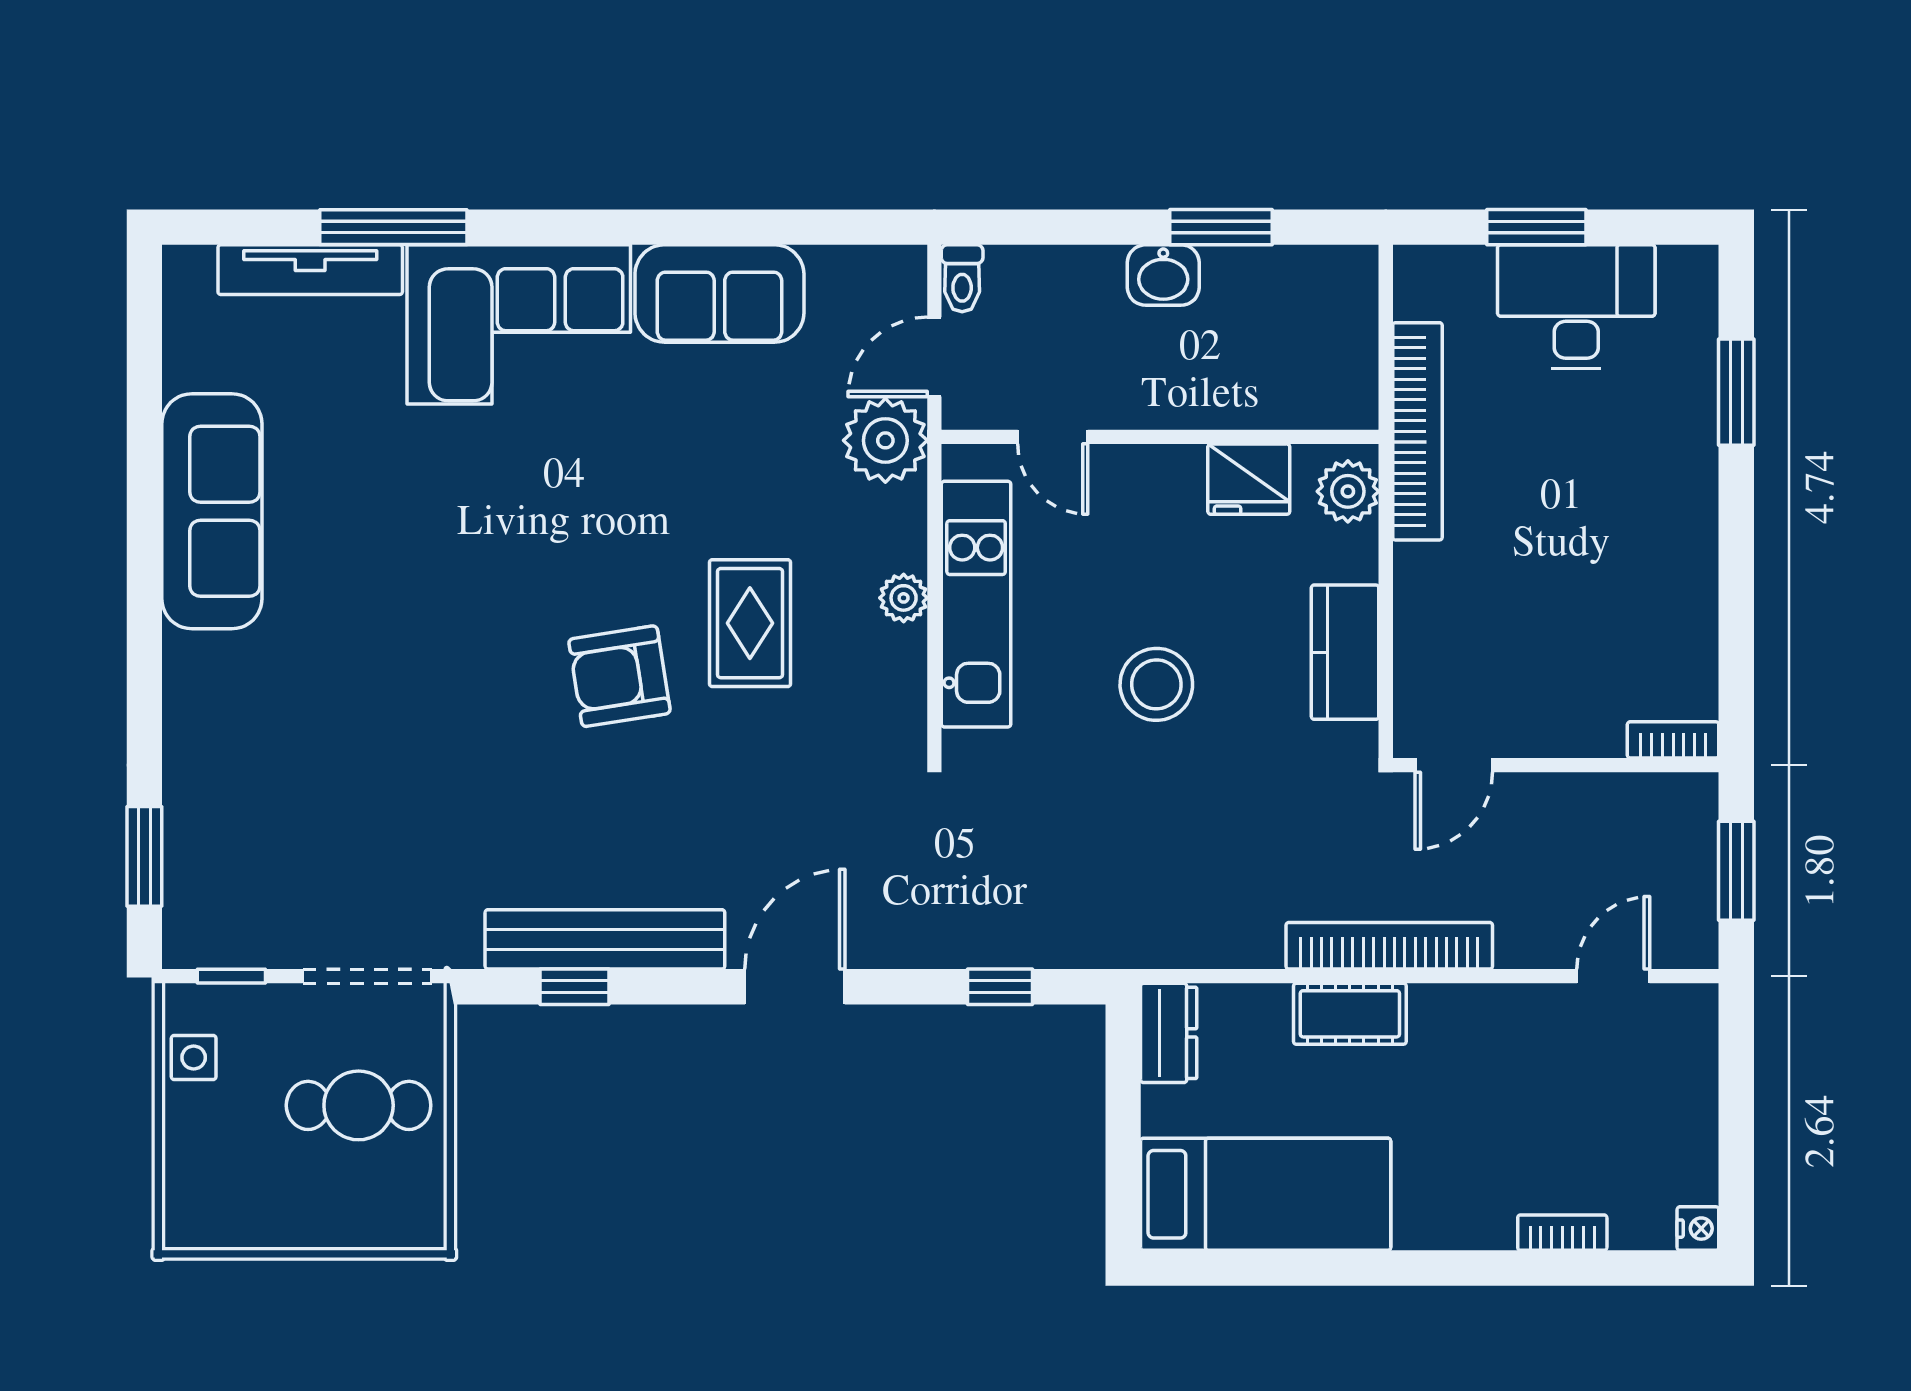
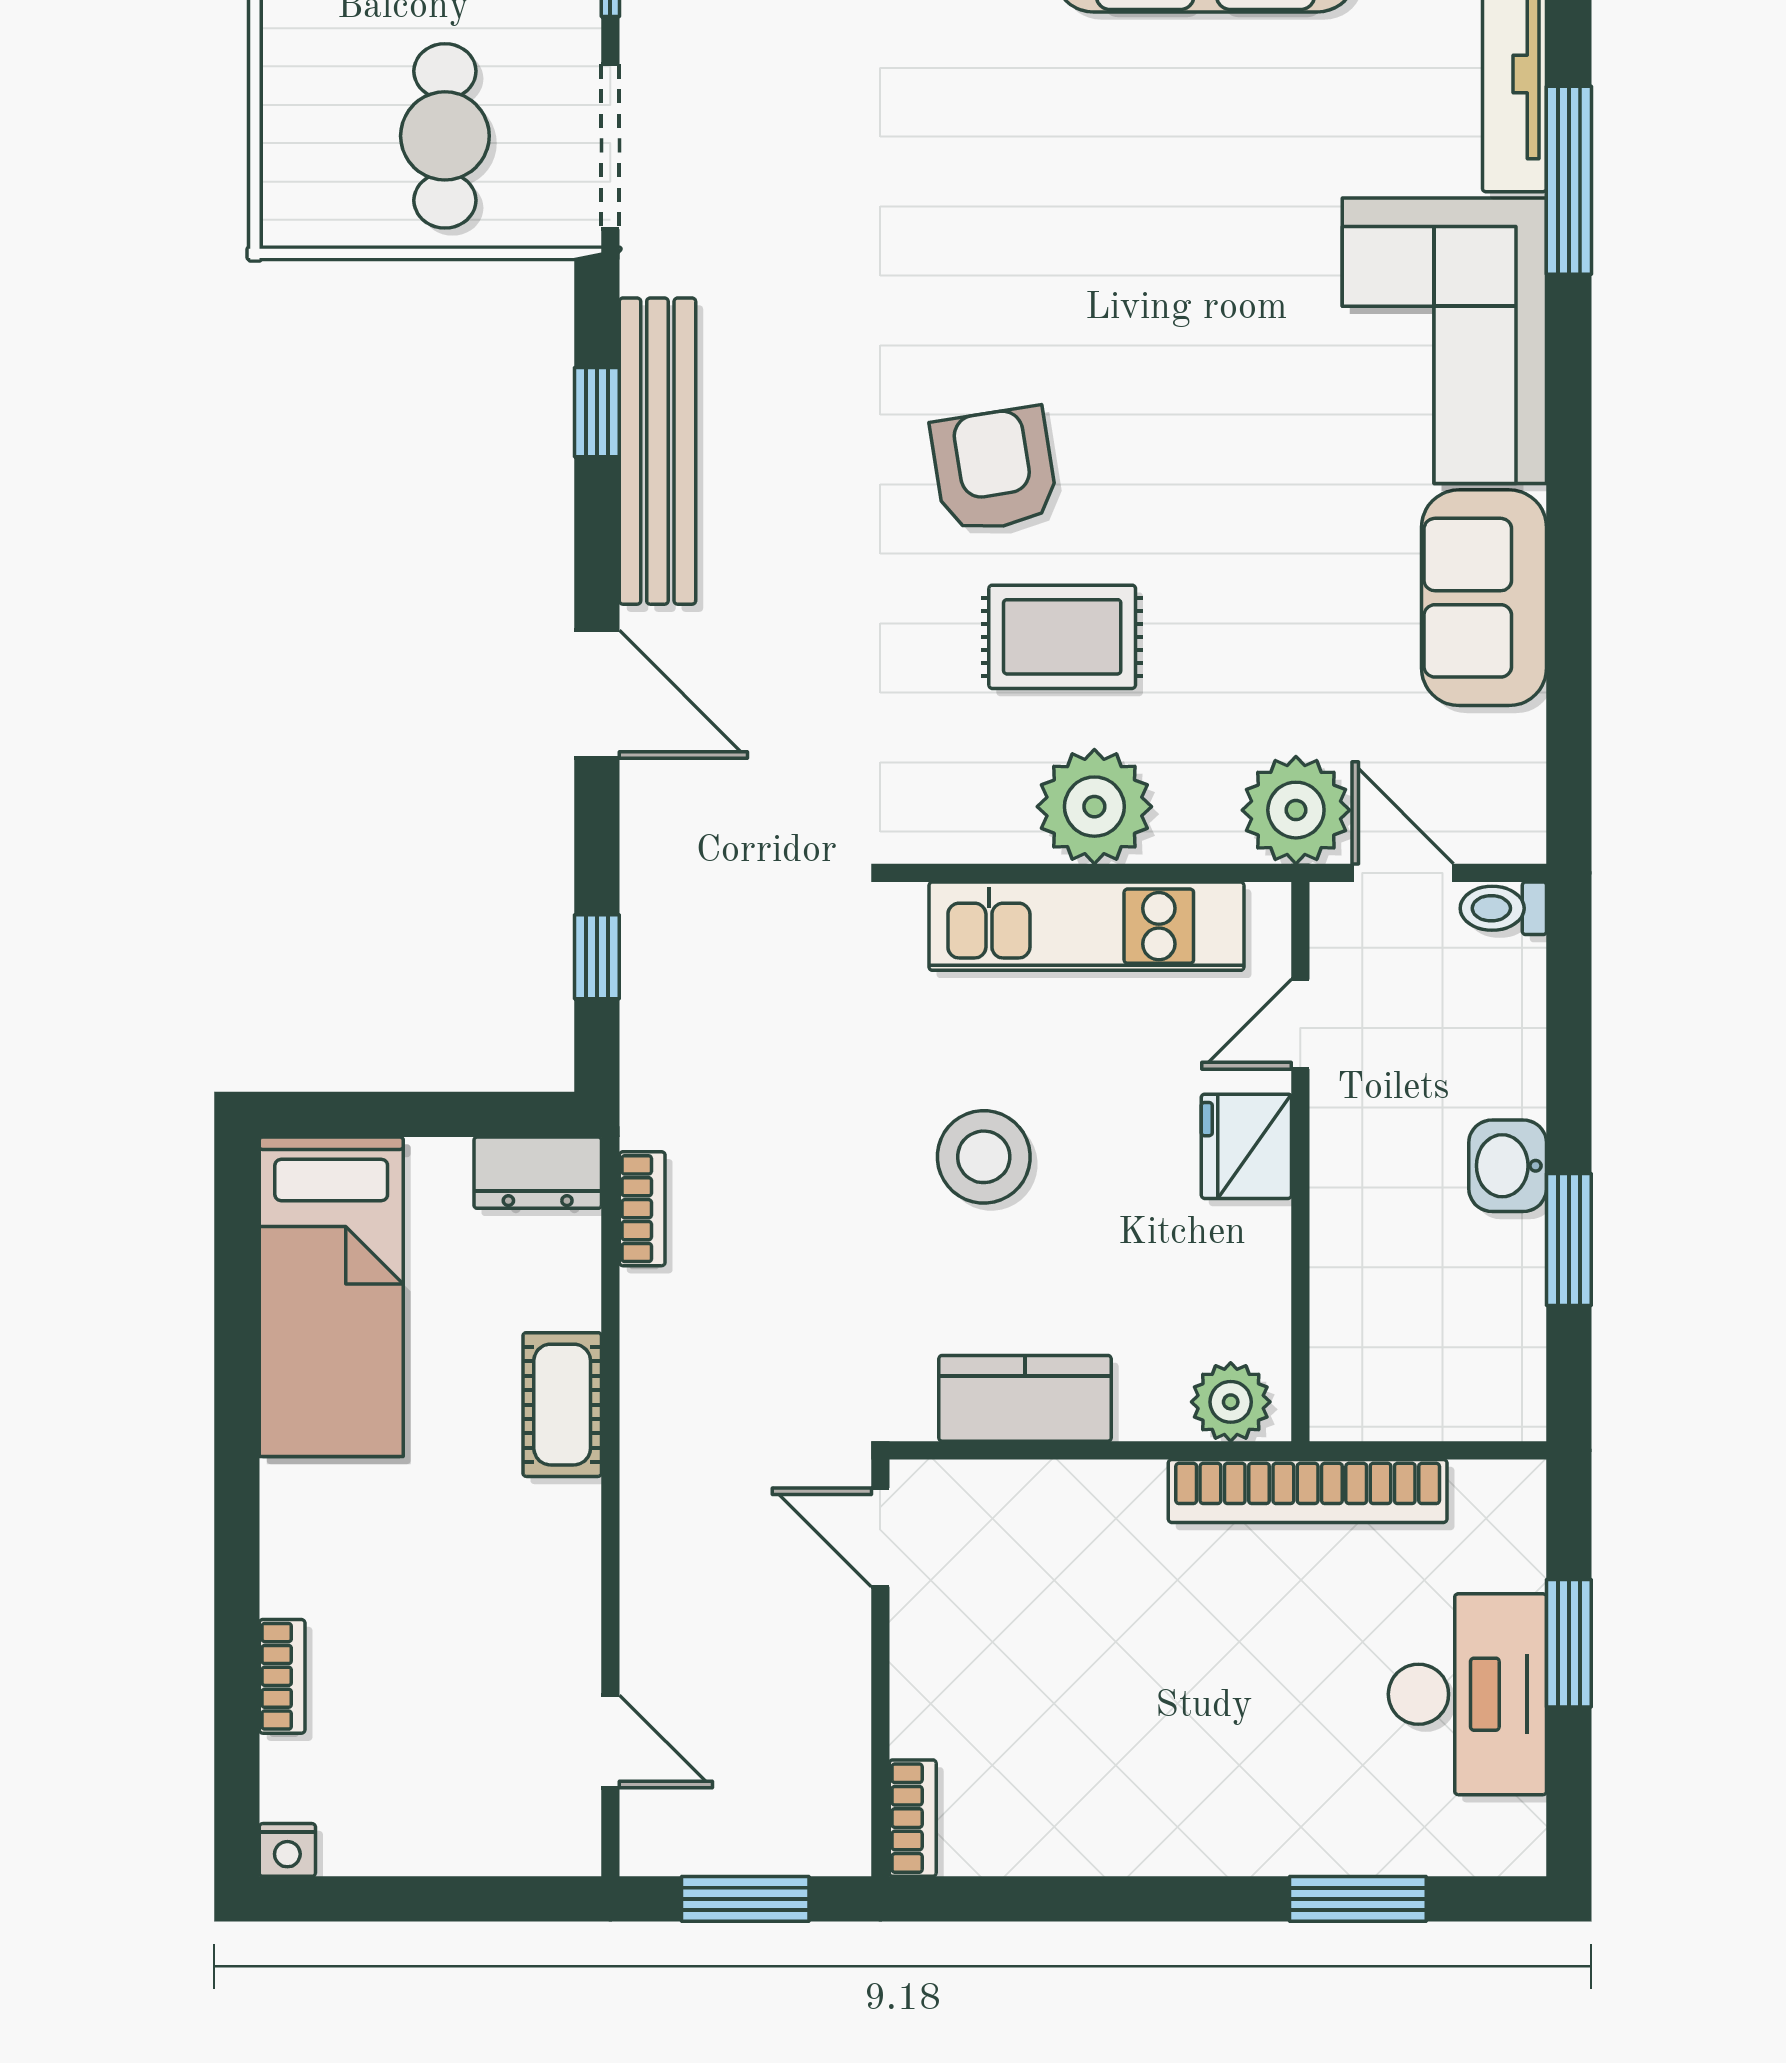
fridge: (1249, 479) -> (1246, 1146), moved
plant: (904, 598) -> (1094, 807), width x1.87, depth x1.87
bookcase: (1389, 946) -> (642, 1209), moved, width x0.43, depth x0.76

